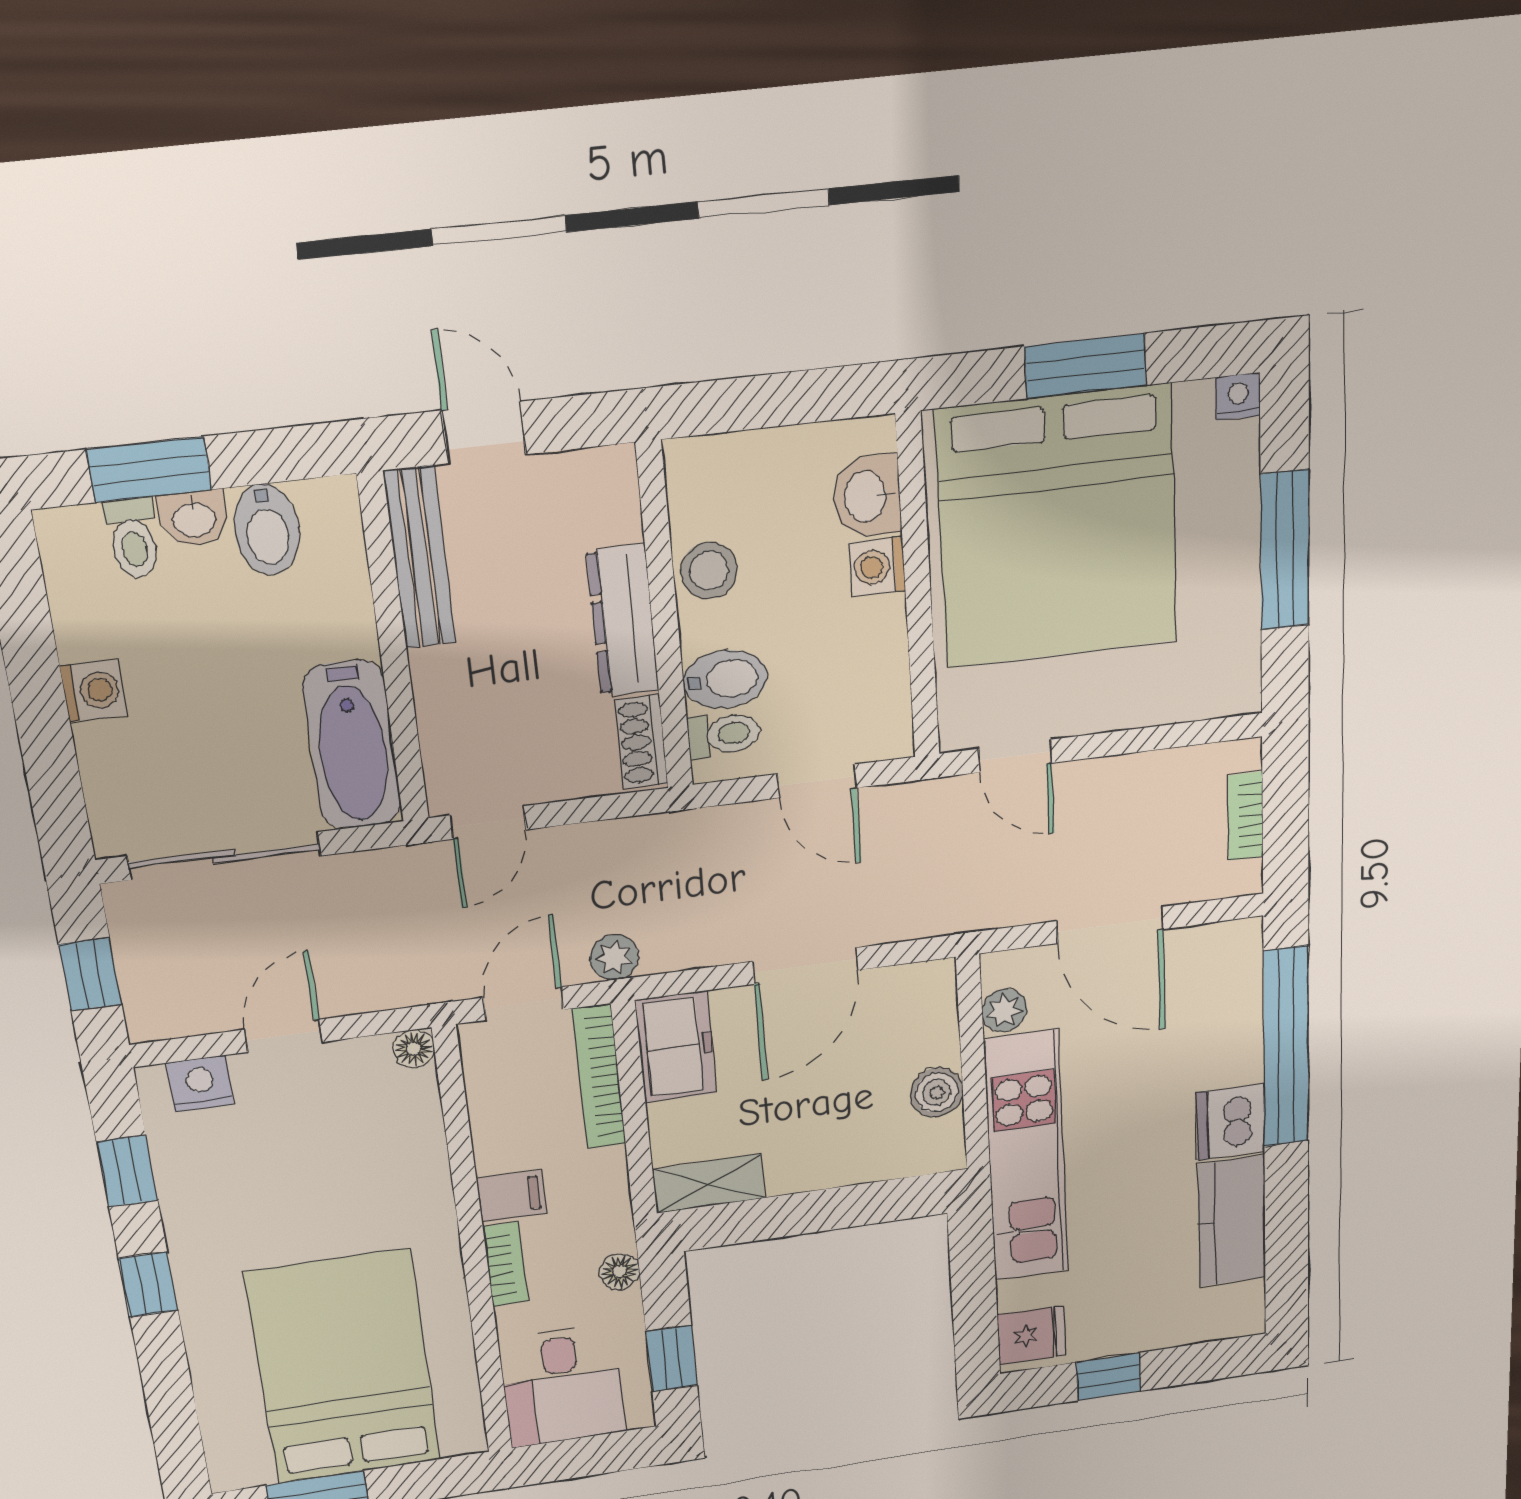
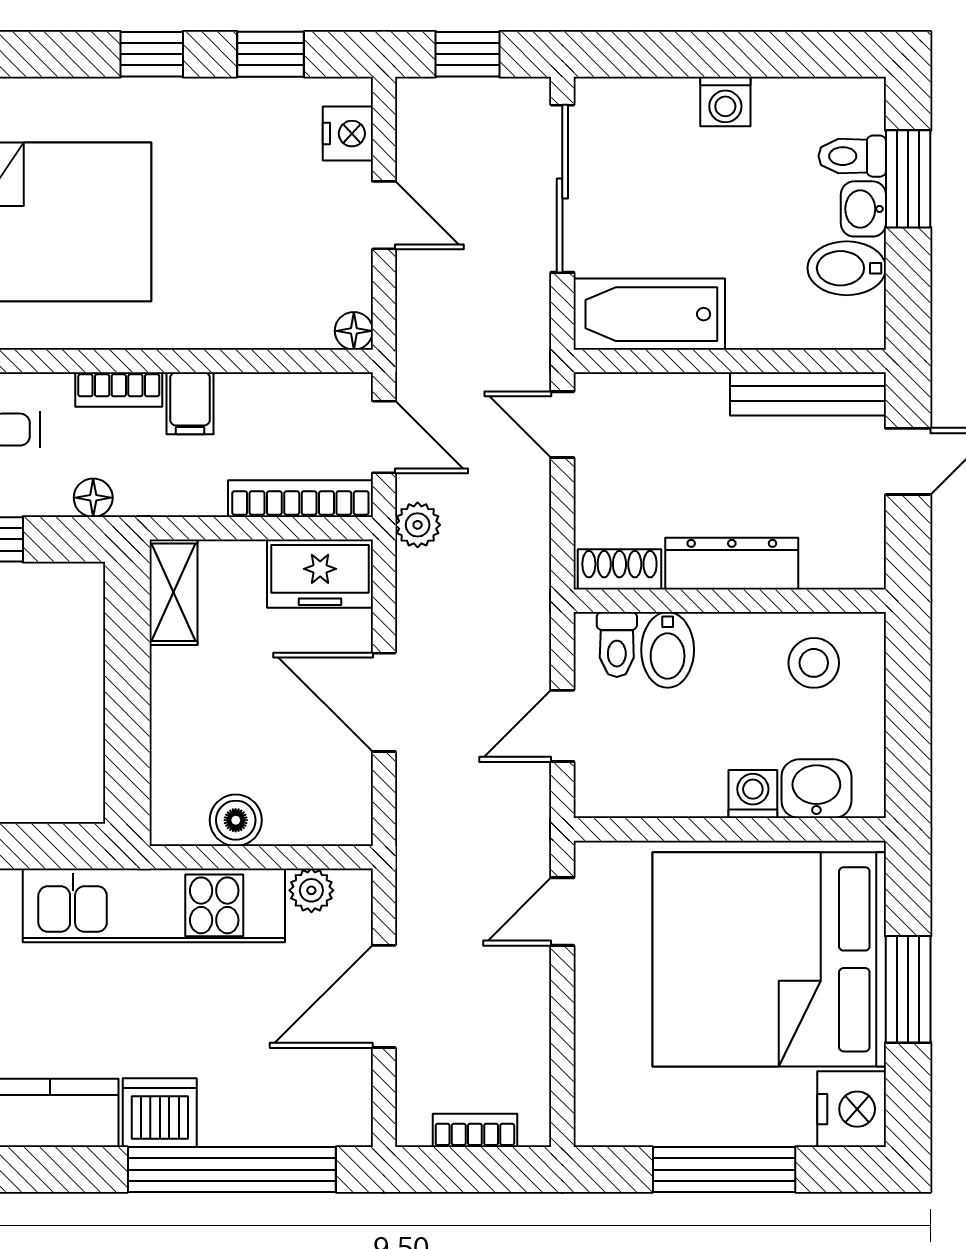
nightstand: (1238, 396) -> (852, 1109), width x1.89, depth x1.79
stool: (709, 570) -> (814, 663), moved

